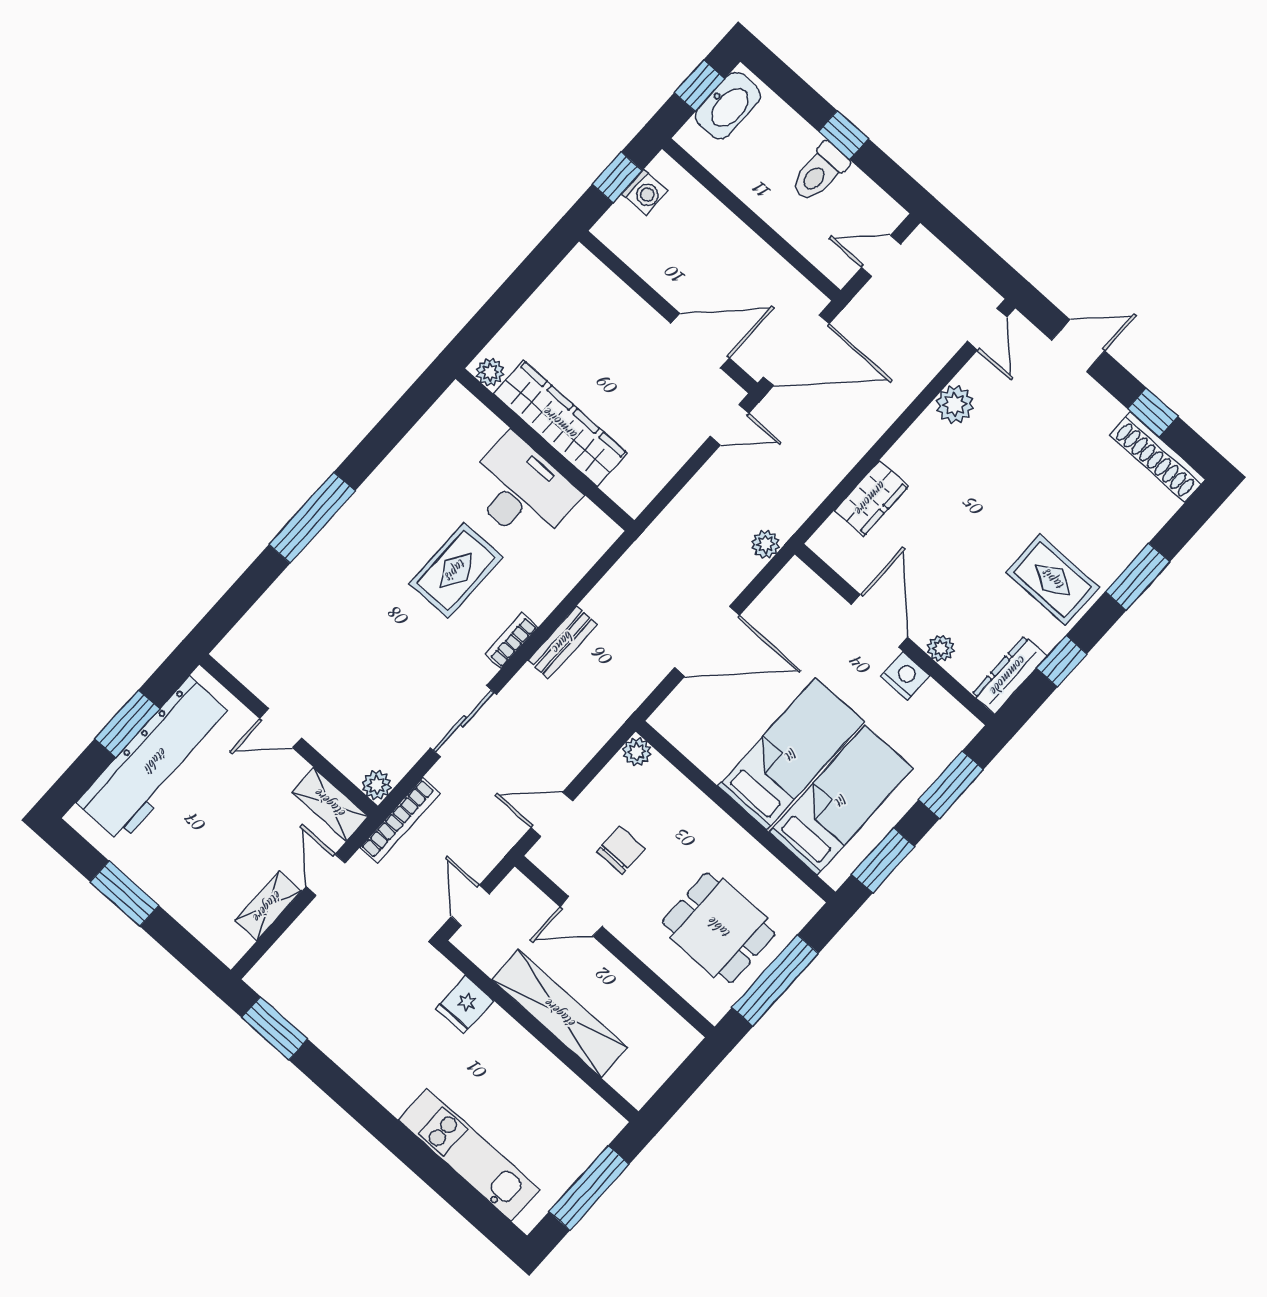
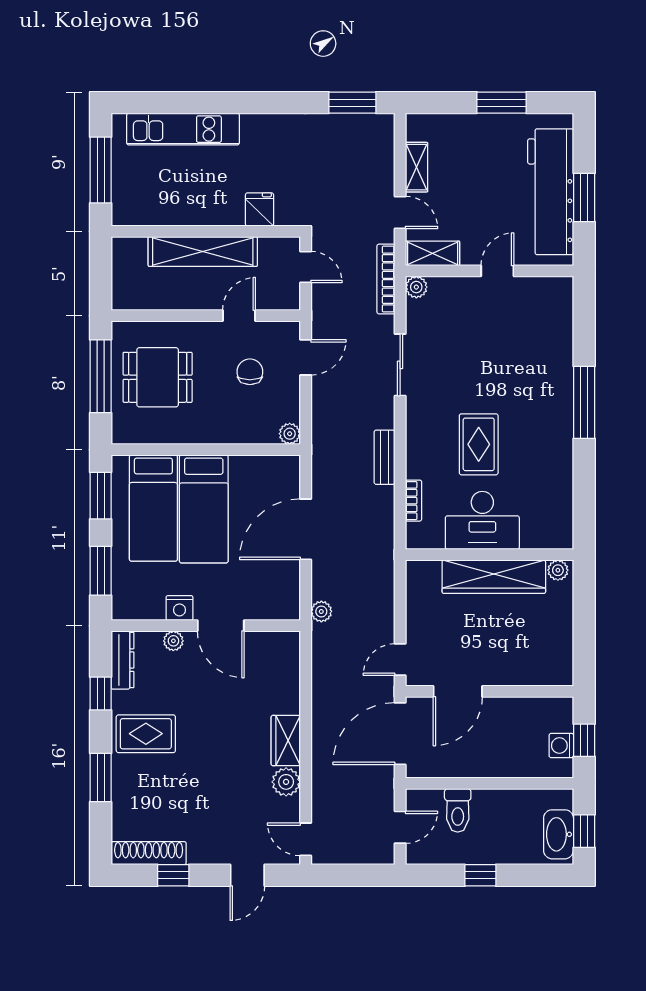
toilet: (819, 172) -> (458, 810), moved, turned 180
wardrobe: (871, 498) -> (286, 741), moved
bookcase: (511, 641) -> (414, 501), moved
chair: (621, 850) -> (250, 372), turned 180

